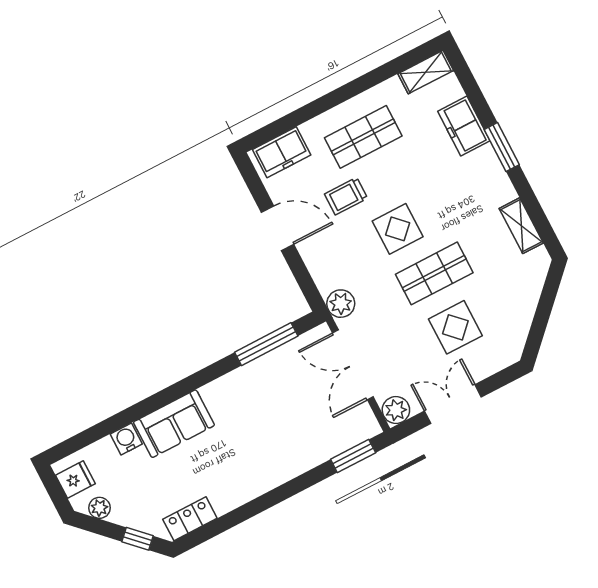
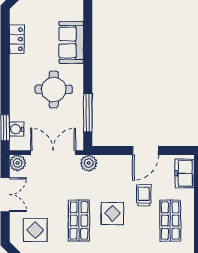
display table: (455, 327) -> (35, 230), moved
round table: (258, 413) -> (54, 89), added
water cooler: (126, 439) -> (17, 129), moved, turned 180
locker: (190, 519) -> (17, 39), moved

